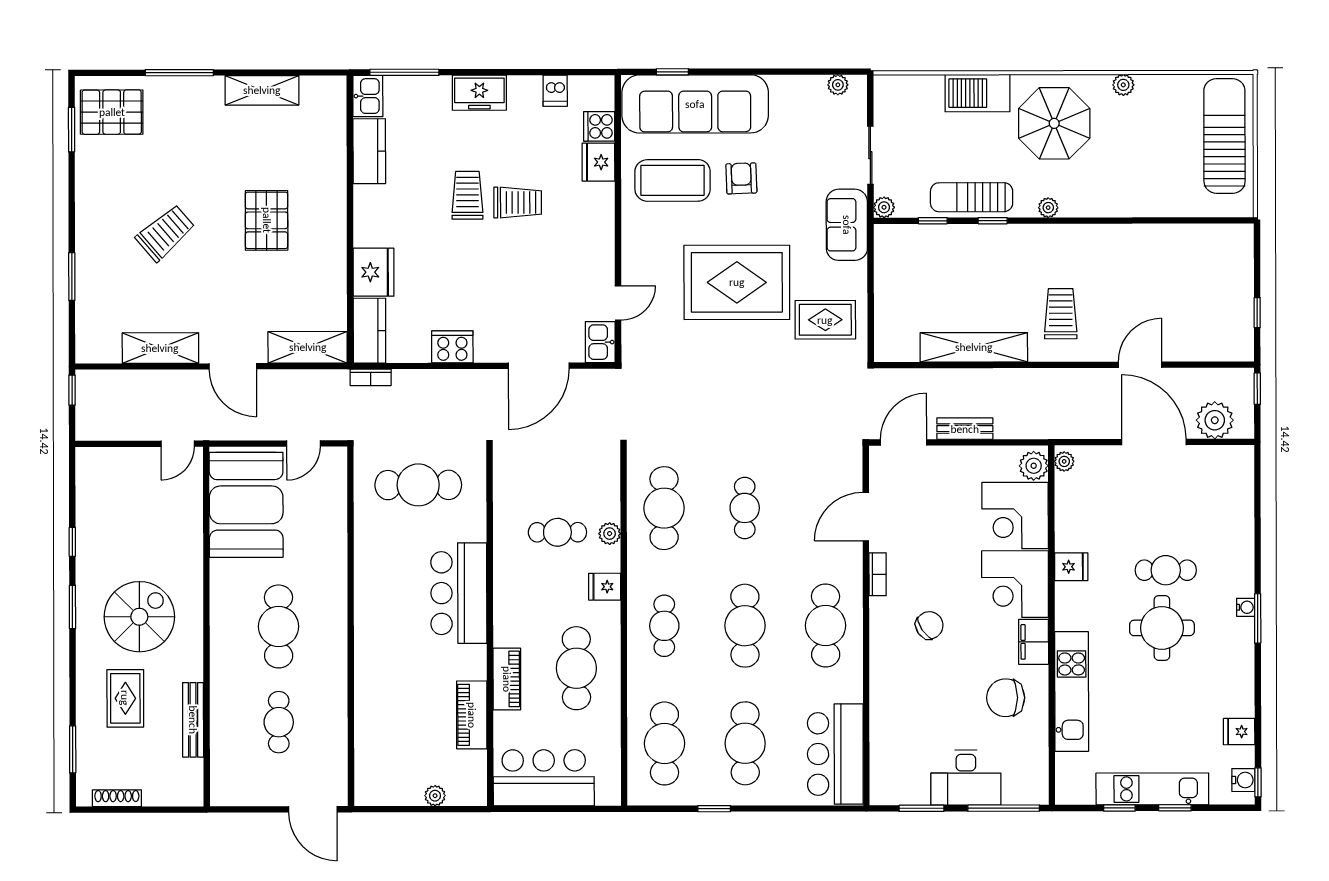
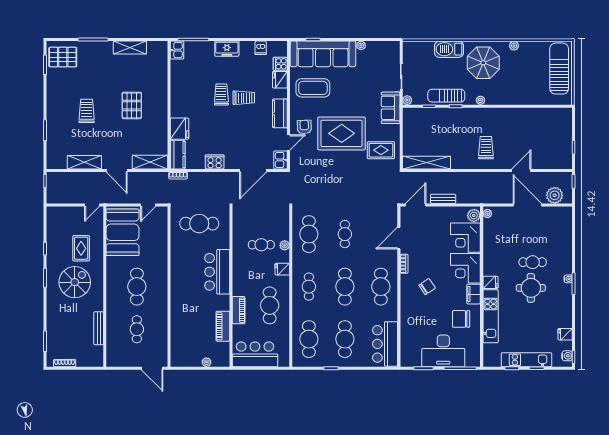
plant: (838, 85) -> (361, 45), moved
kitchen counter: (369, 151) -> (280, 113), moved, turned 180
armchair: (741, 178) -> (304, 127), moved
trolley: (165, 233) -> (87, 111), turned -49
shelving: (974, 347) -> (427, 163), moved
fridge: (1071, 567) -> (490, 282), moved
rug: (125, 698) -> (81, 248), moved
desk: (966, 778) -> (443, 351), width x1.36, depth x1.30

